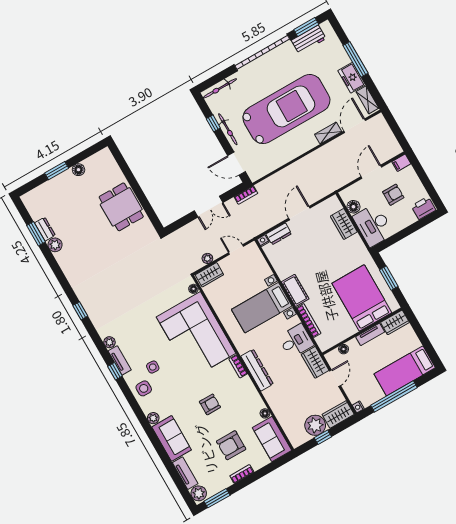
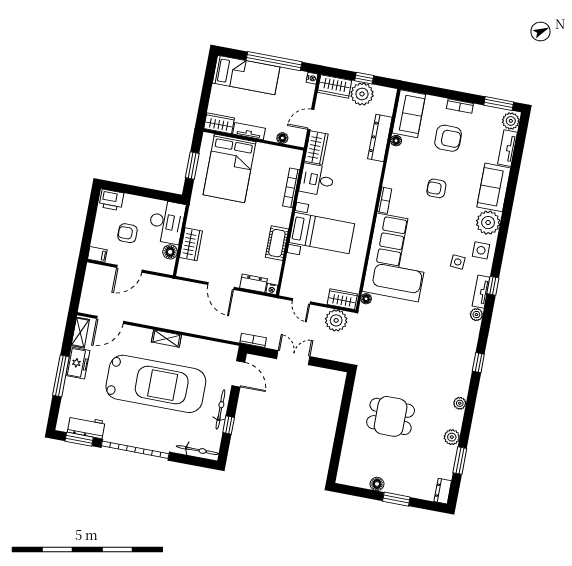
car: (286, 109) -> (156, 384), turned 180
shelving: (328, 133) -> (166, 339), moved
dining table: (121, 207) -> (391, 416), moved, turned 90
door: (299, 213) -> (221, 286), hinge flipped
dresser: (45, 229) -> (443, 491), moved
plant: (207, 258) -> (336, 320), width x1.87, depth x1.87
plant: (69, 272) -> (460, 403), added
cot: (295, 290) -> (277, 243), moved
dresser: (257, 370) -> (380, 138), moved
plant: (153, 418) -> (488, 223), width x1.87, depth x1.87

